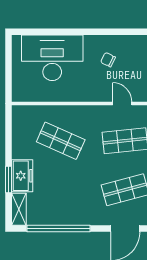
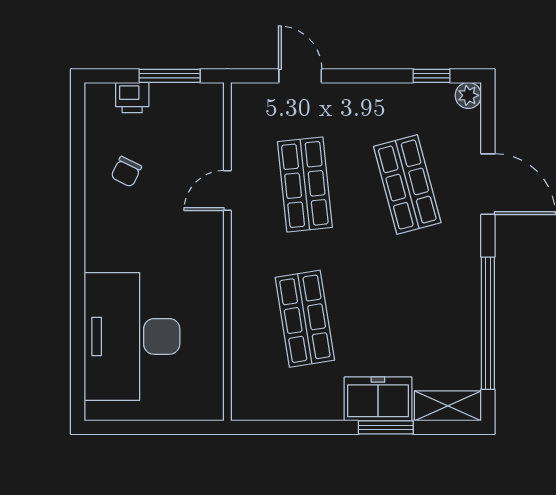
chair: (108, 60) -> (126, 172), moved
shop shelf: (61, 141) -> (305, 319), turned -33

